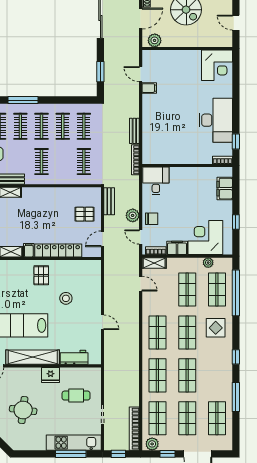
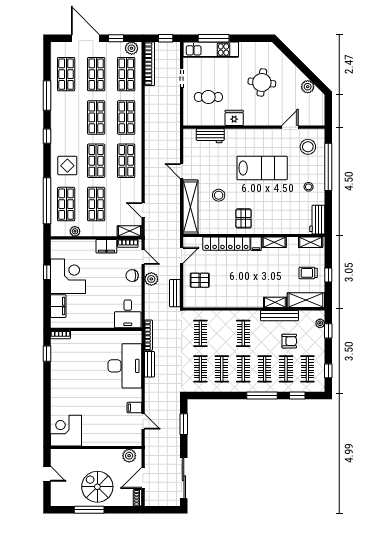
desk: (216, 120) -> (125, 366), moved, turned 180
corner desk: (205, 237) -> (68, 276), moved, turned -90
shelving: (33, 357) -> (190, 207), moved, turned 90

